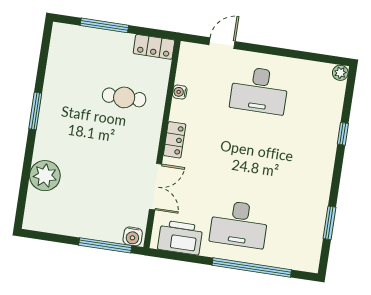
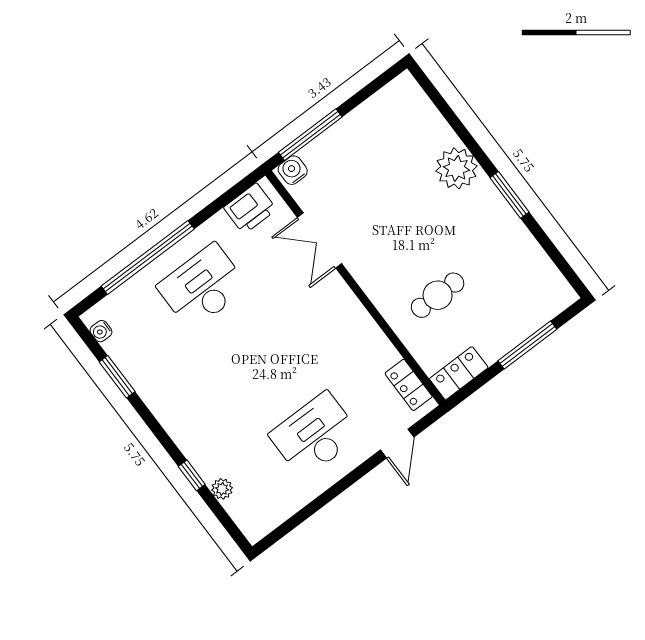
plant: (340, 73) -> (222, 489), moved
water cooler: (180, 92) -> (101, 331), moved, turned 180
locker: (175, 140) -> (409, 385), moved
plant: (45, 176) -> (457, 168), moved
printer: (180, 238) -> (250, 209), width x0.73, depth x0.84

